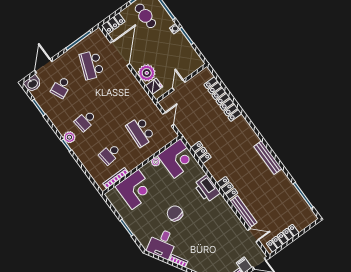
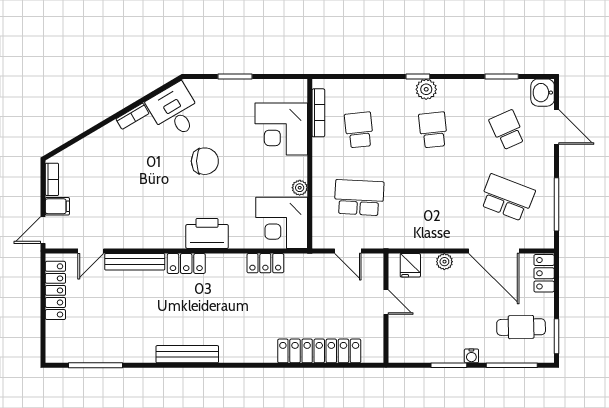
plant: (147, 73) -> (444, 262), width x0.53, depth x0.53

